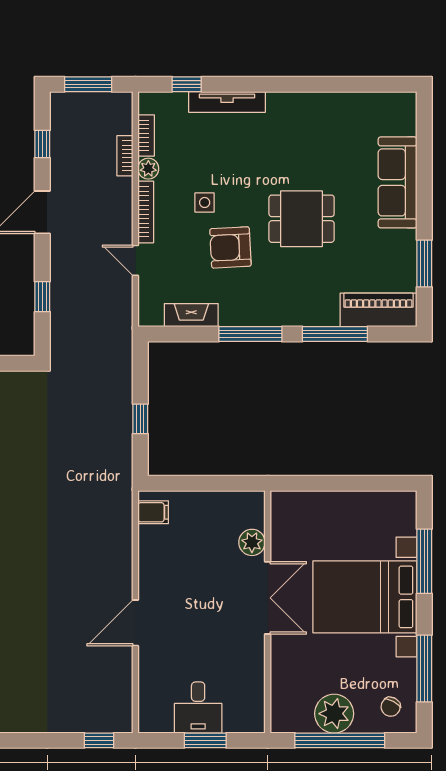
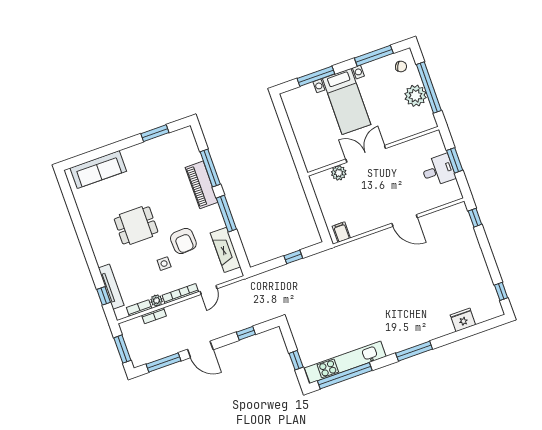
tv unit: (227, 102) -> (111, 287), moved
window: (42, 144) -> (163, 362), width x2.17
sofa: (398, 182) -> (98, 170), moved
dining table: (302, 219) -> (136, 225), moved, turned 90
piano: (378, 310) -> (202, 185), moved
fireplace: (191, 315) -> (225, 250), width x1.37, depth x1.32
bed with nightstands: (365, 597) -> (347, 101), width x0.73

